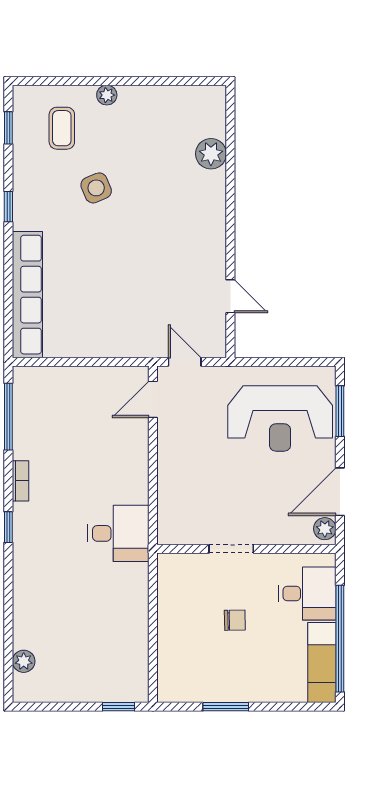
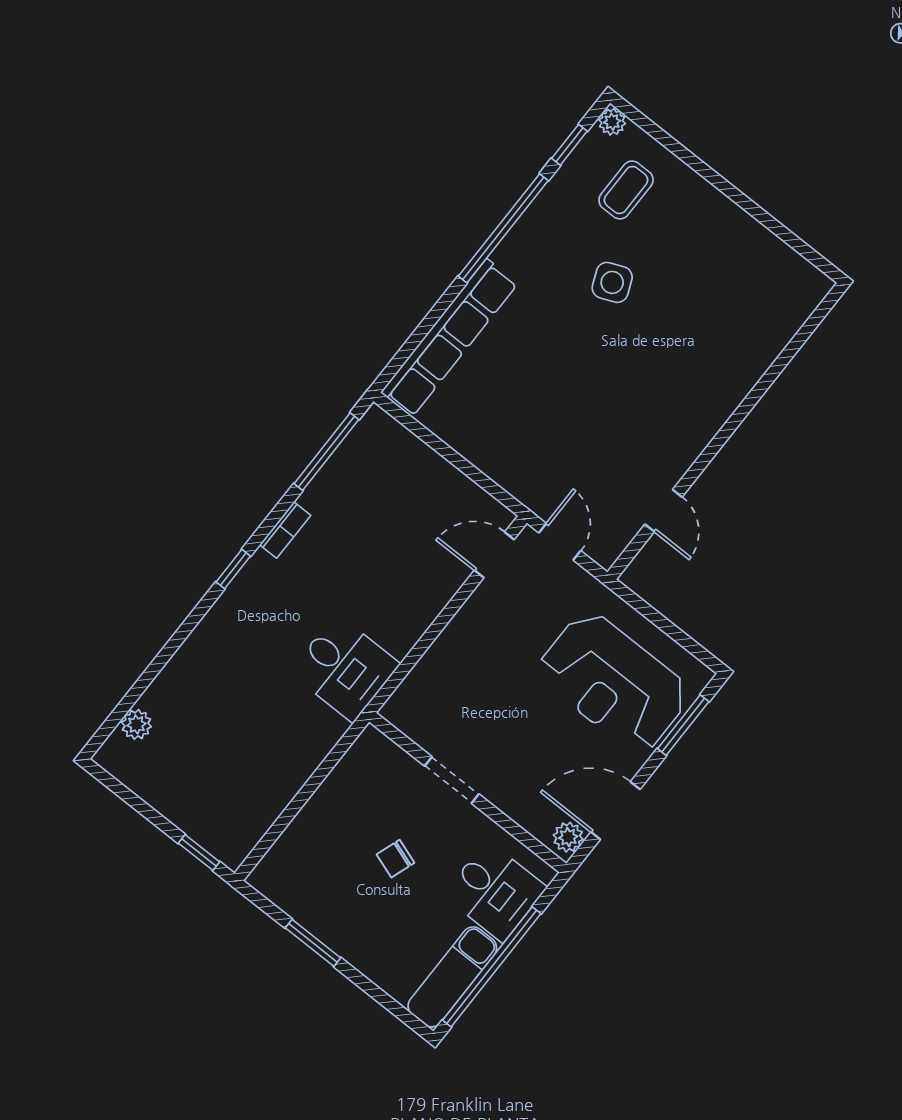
plant: (107, 95) -> (612, 122), moved
plant: (211, 154) -> (763, 343), removed
window: (8, 207) -> (503, 228), width x3.17
chair: (235, 620) -> (395, 859), turned 110

